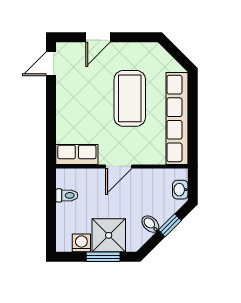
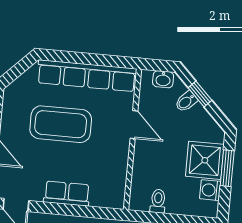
row of seats: (77, 154) -> (67, 194), moved, turned 90
door: (119, 166) -> (134, 125), moved
bidet: (150, 224) -> (186, 102), moved

